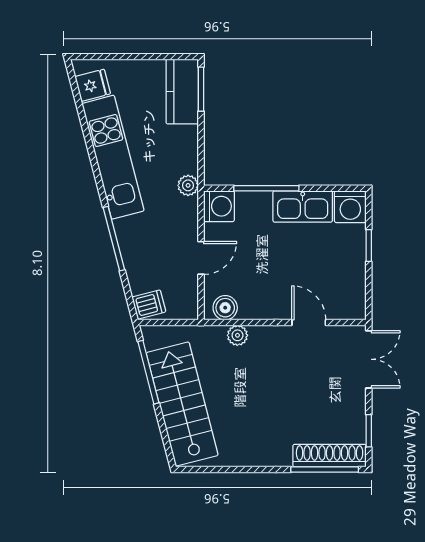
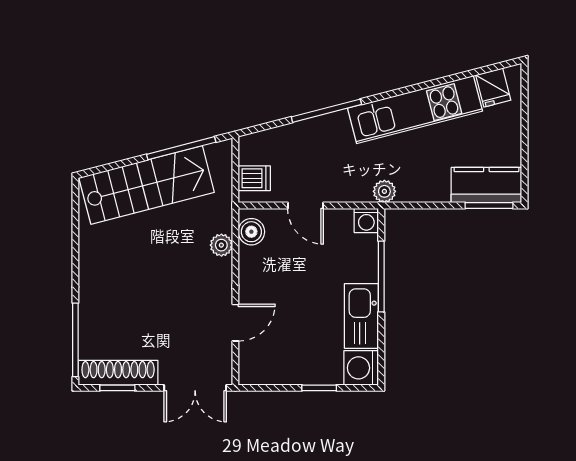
washing machine: (219, 206) -> (366, 220), width x0.73, depth x0.73
dishwasher: (149, 304) -> (254, 178), moved, turned -76
shoe rack: (330, 456) -> (118, 373), moved, turned -90

